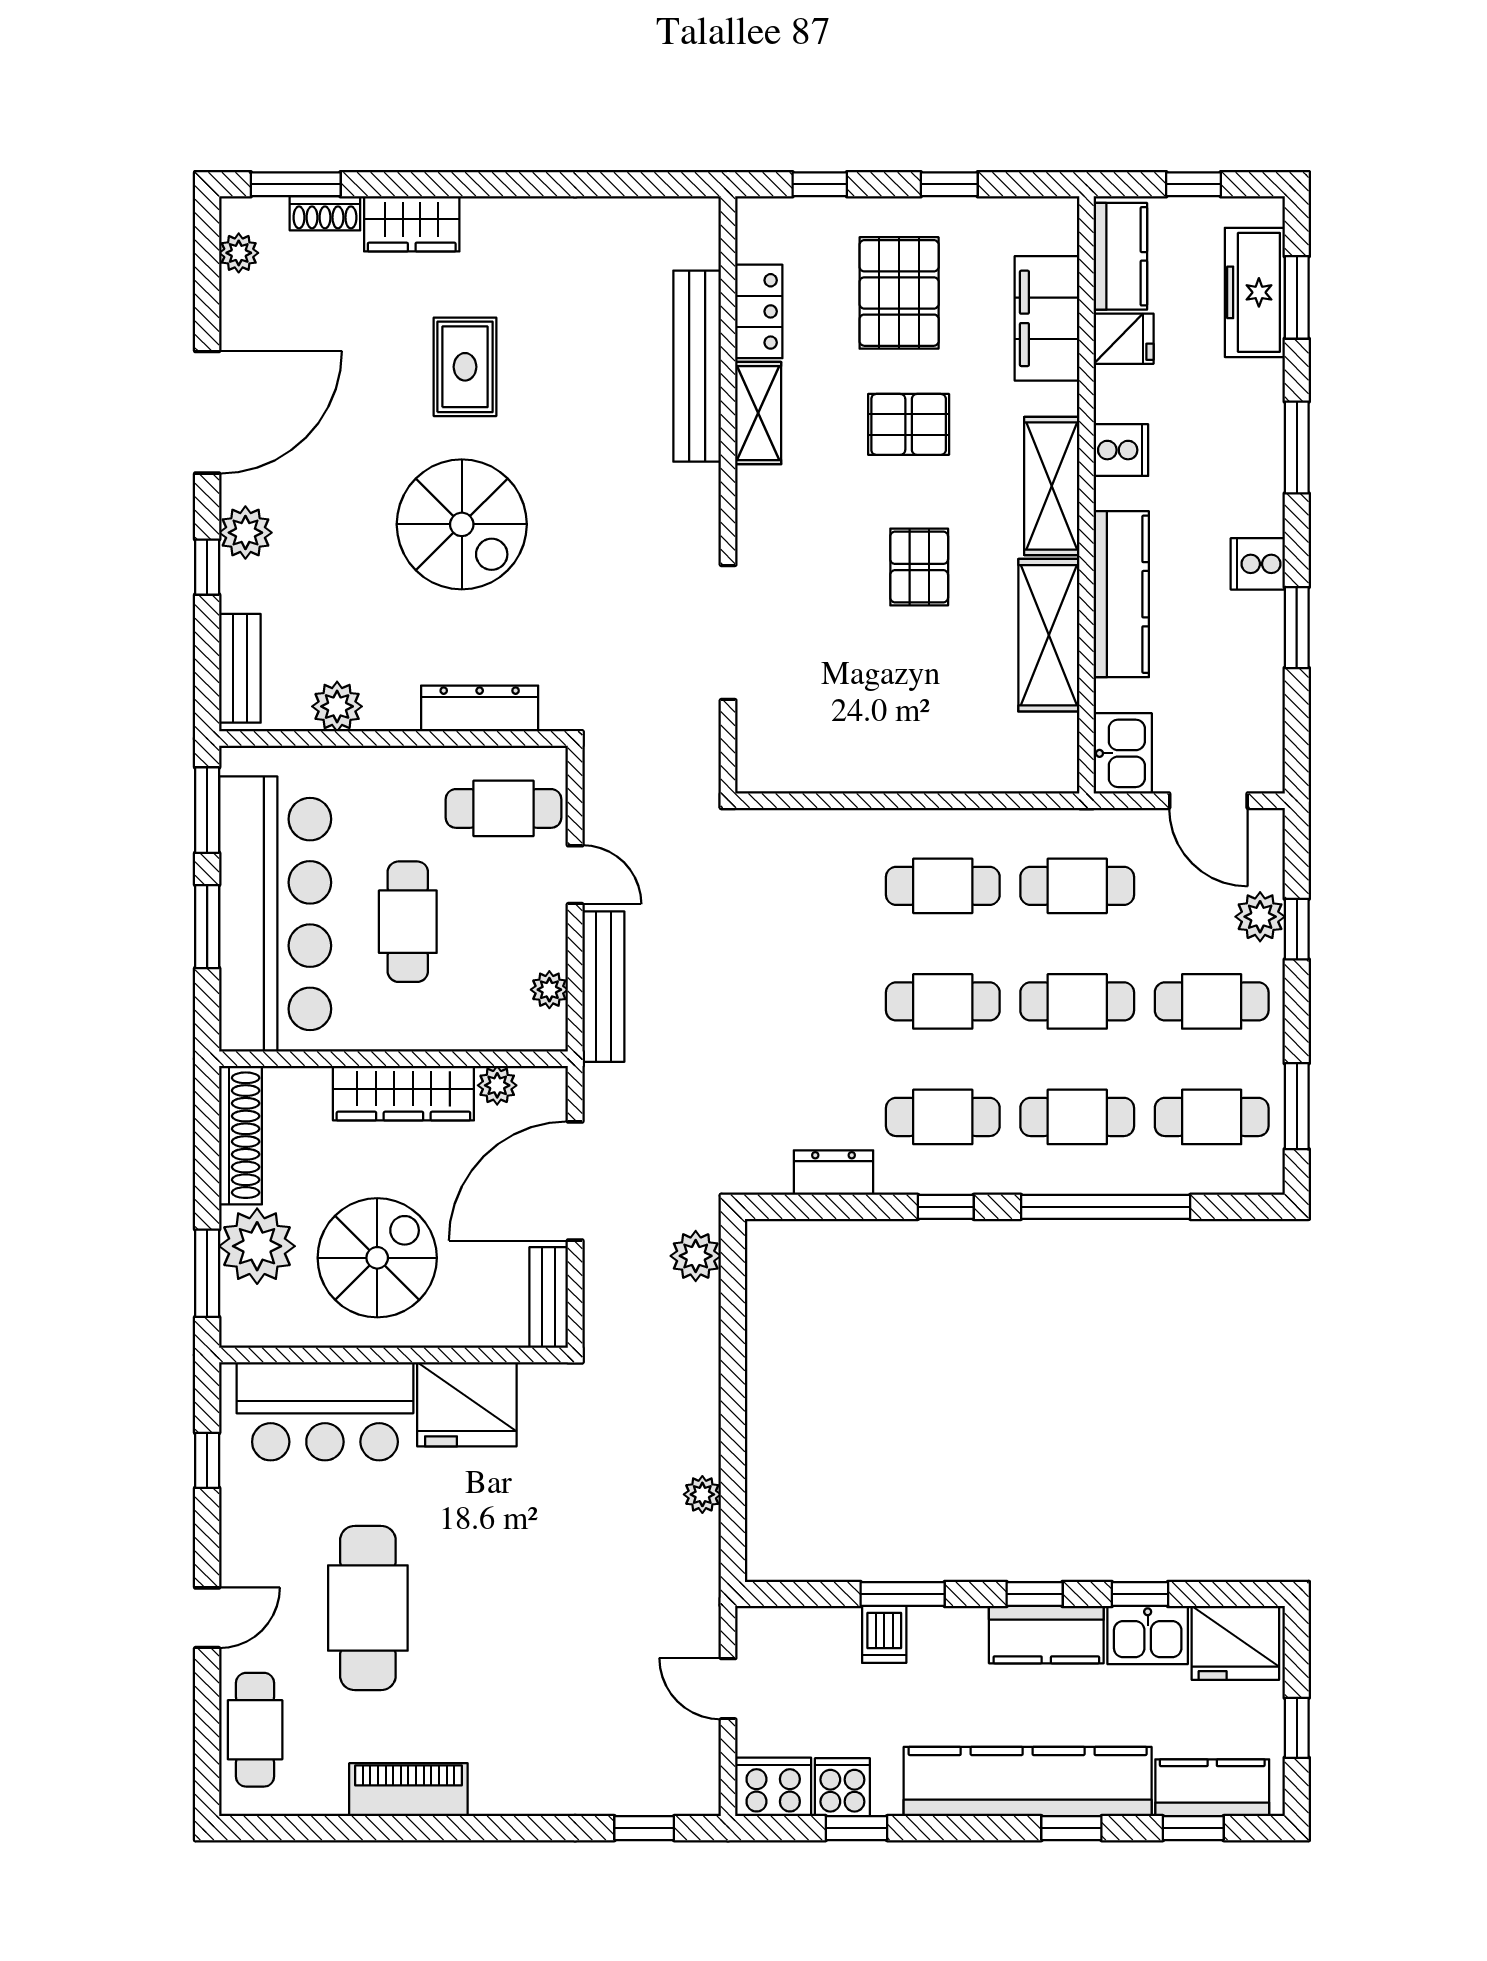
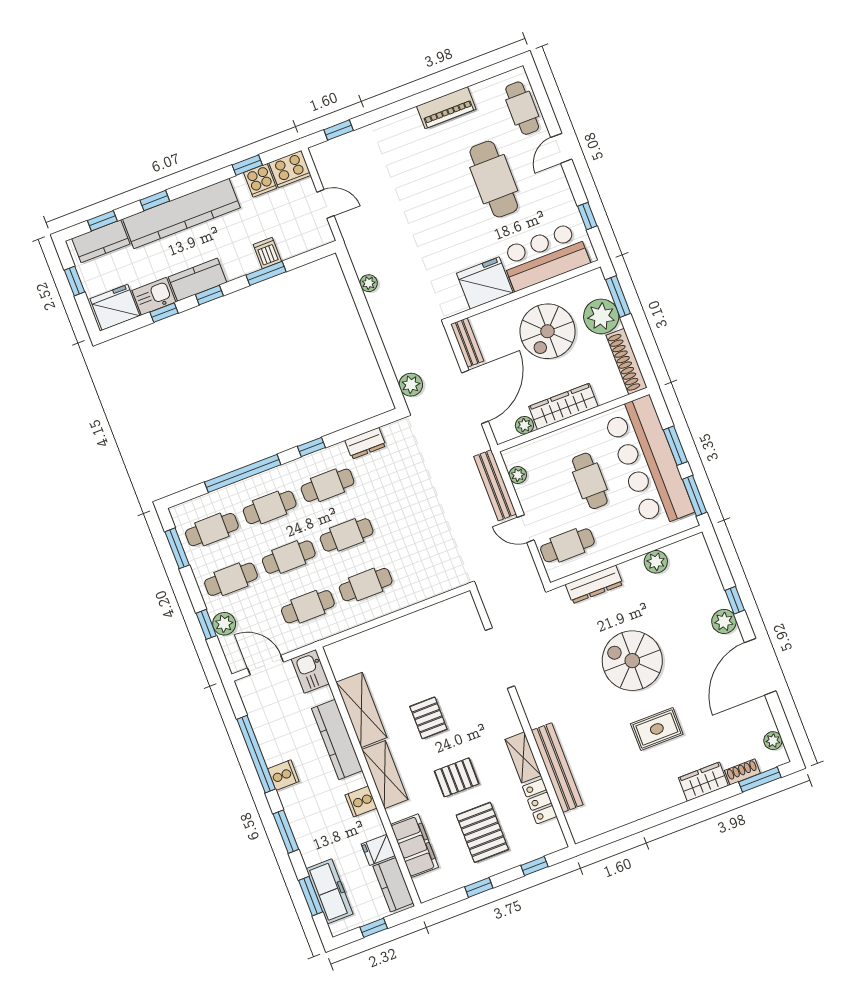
rug: (465, 367) -> (657, 729), turned 90
window: (1297, 628) -> (256, 754), width x2.11
bench: (240, 668) -> (704, 562), removed

